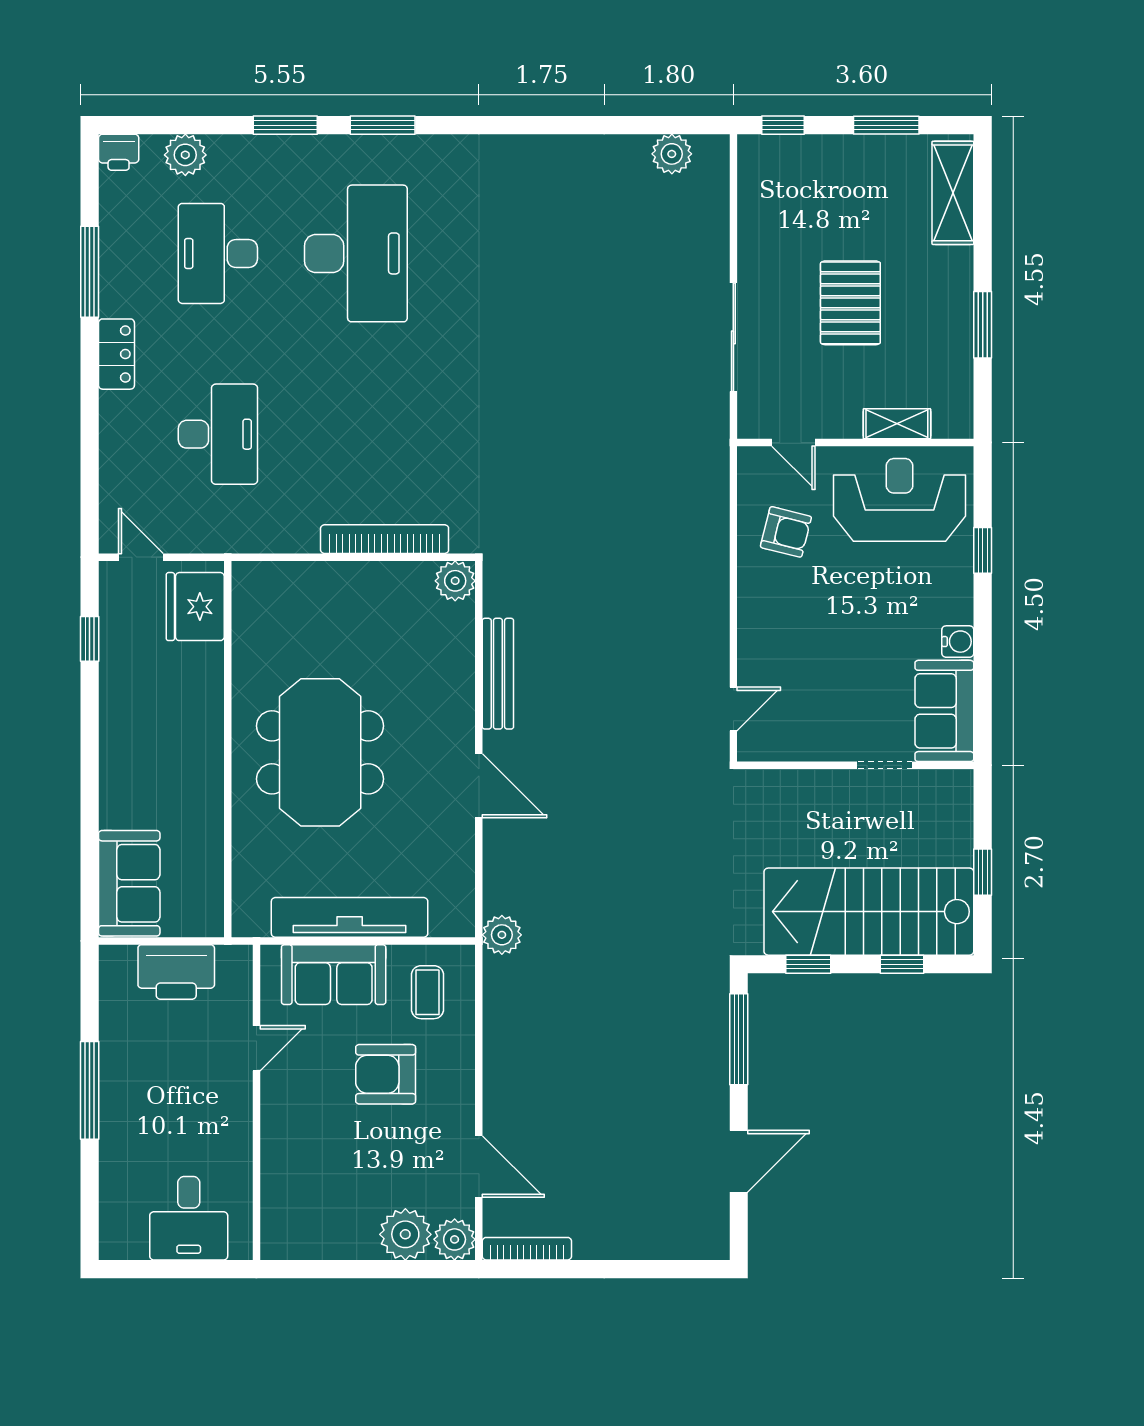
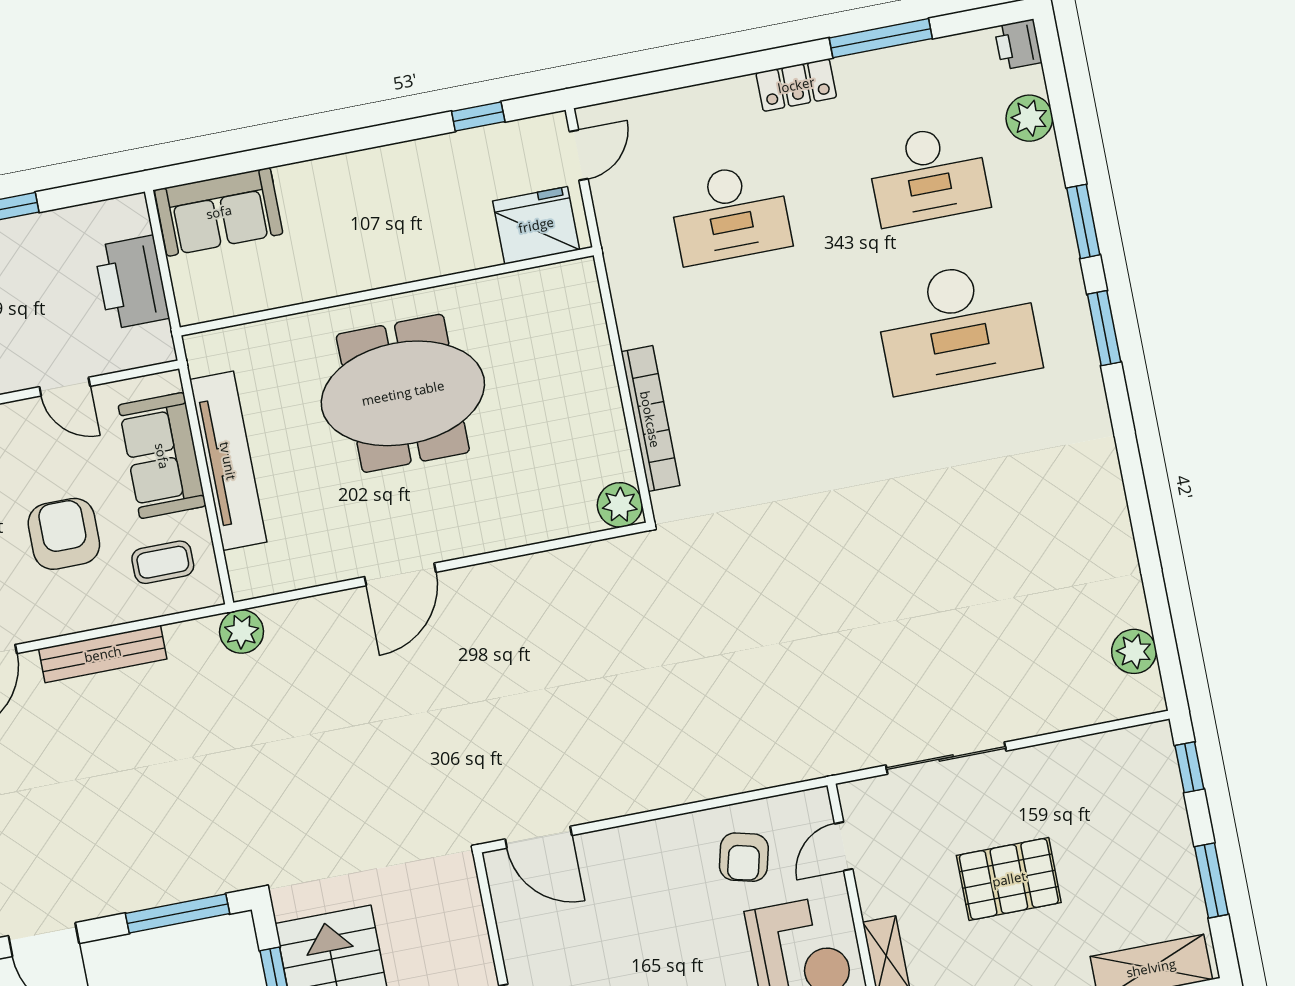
desk: (218, 253) -> (928, 175), turned 180
bench: (498, 674) -> (103, 654), moved
door: (733, 709) -> (538, 837), width x1.38

